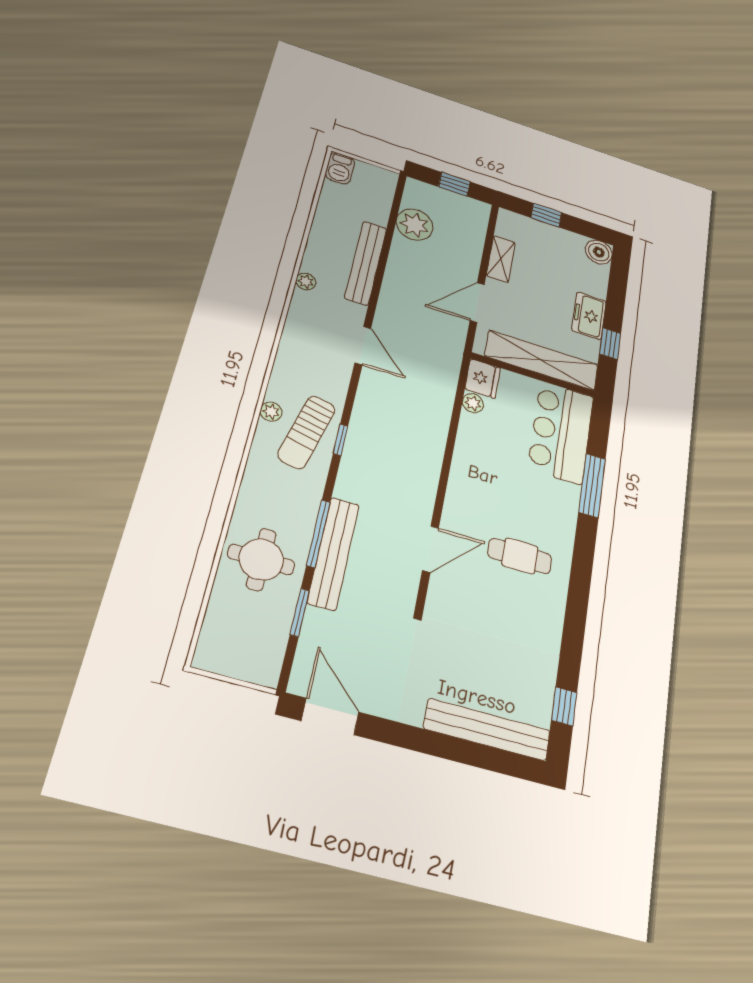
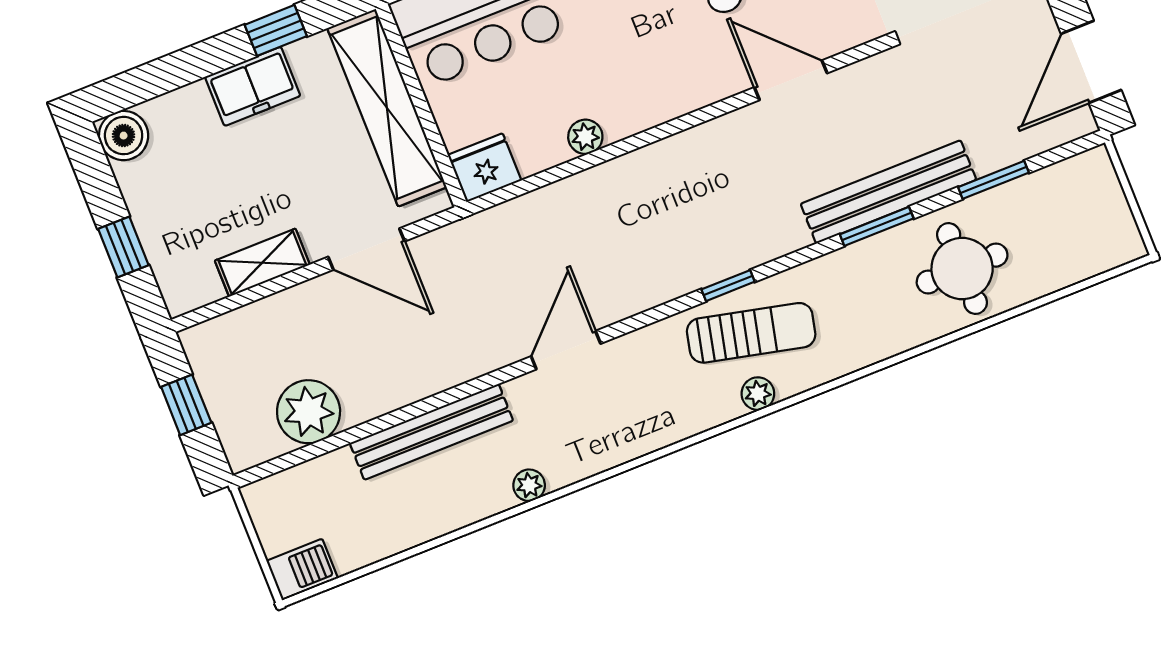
plant: (473, 403) -> (585, 137), moved
window: (318, 533) -> (877, 226), width x0.69

